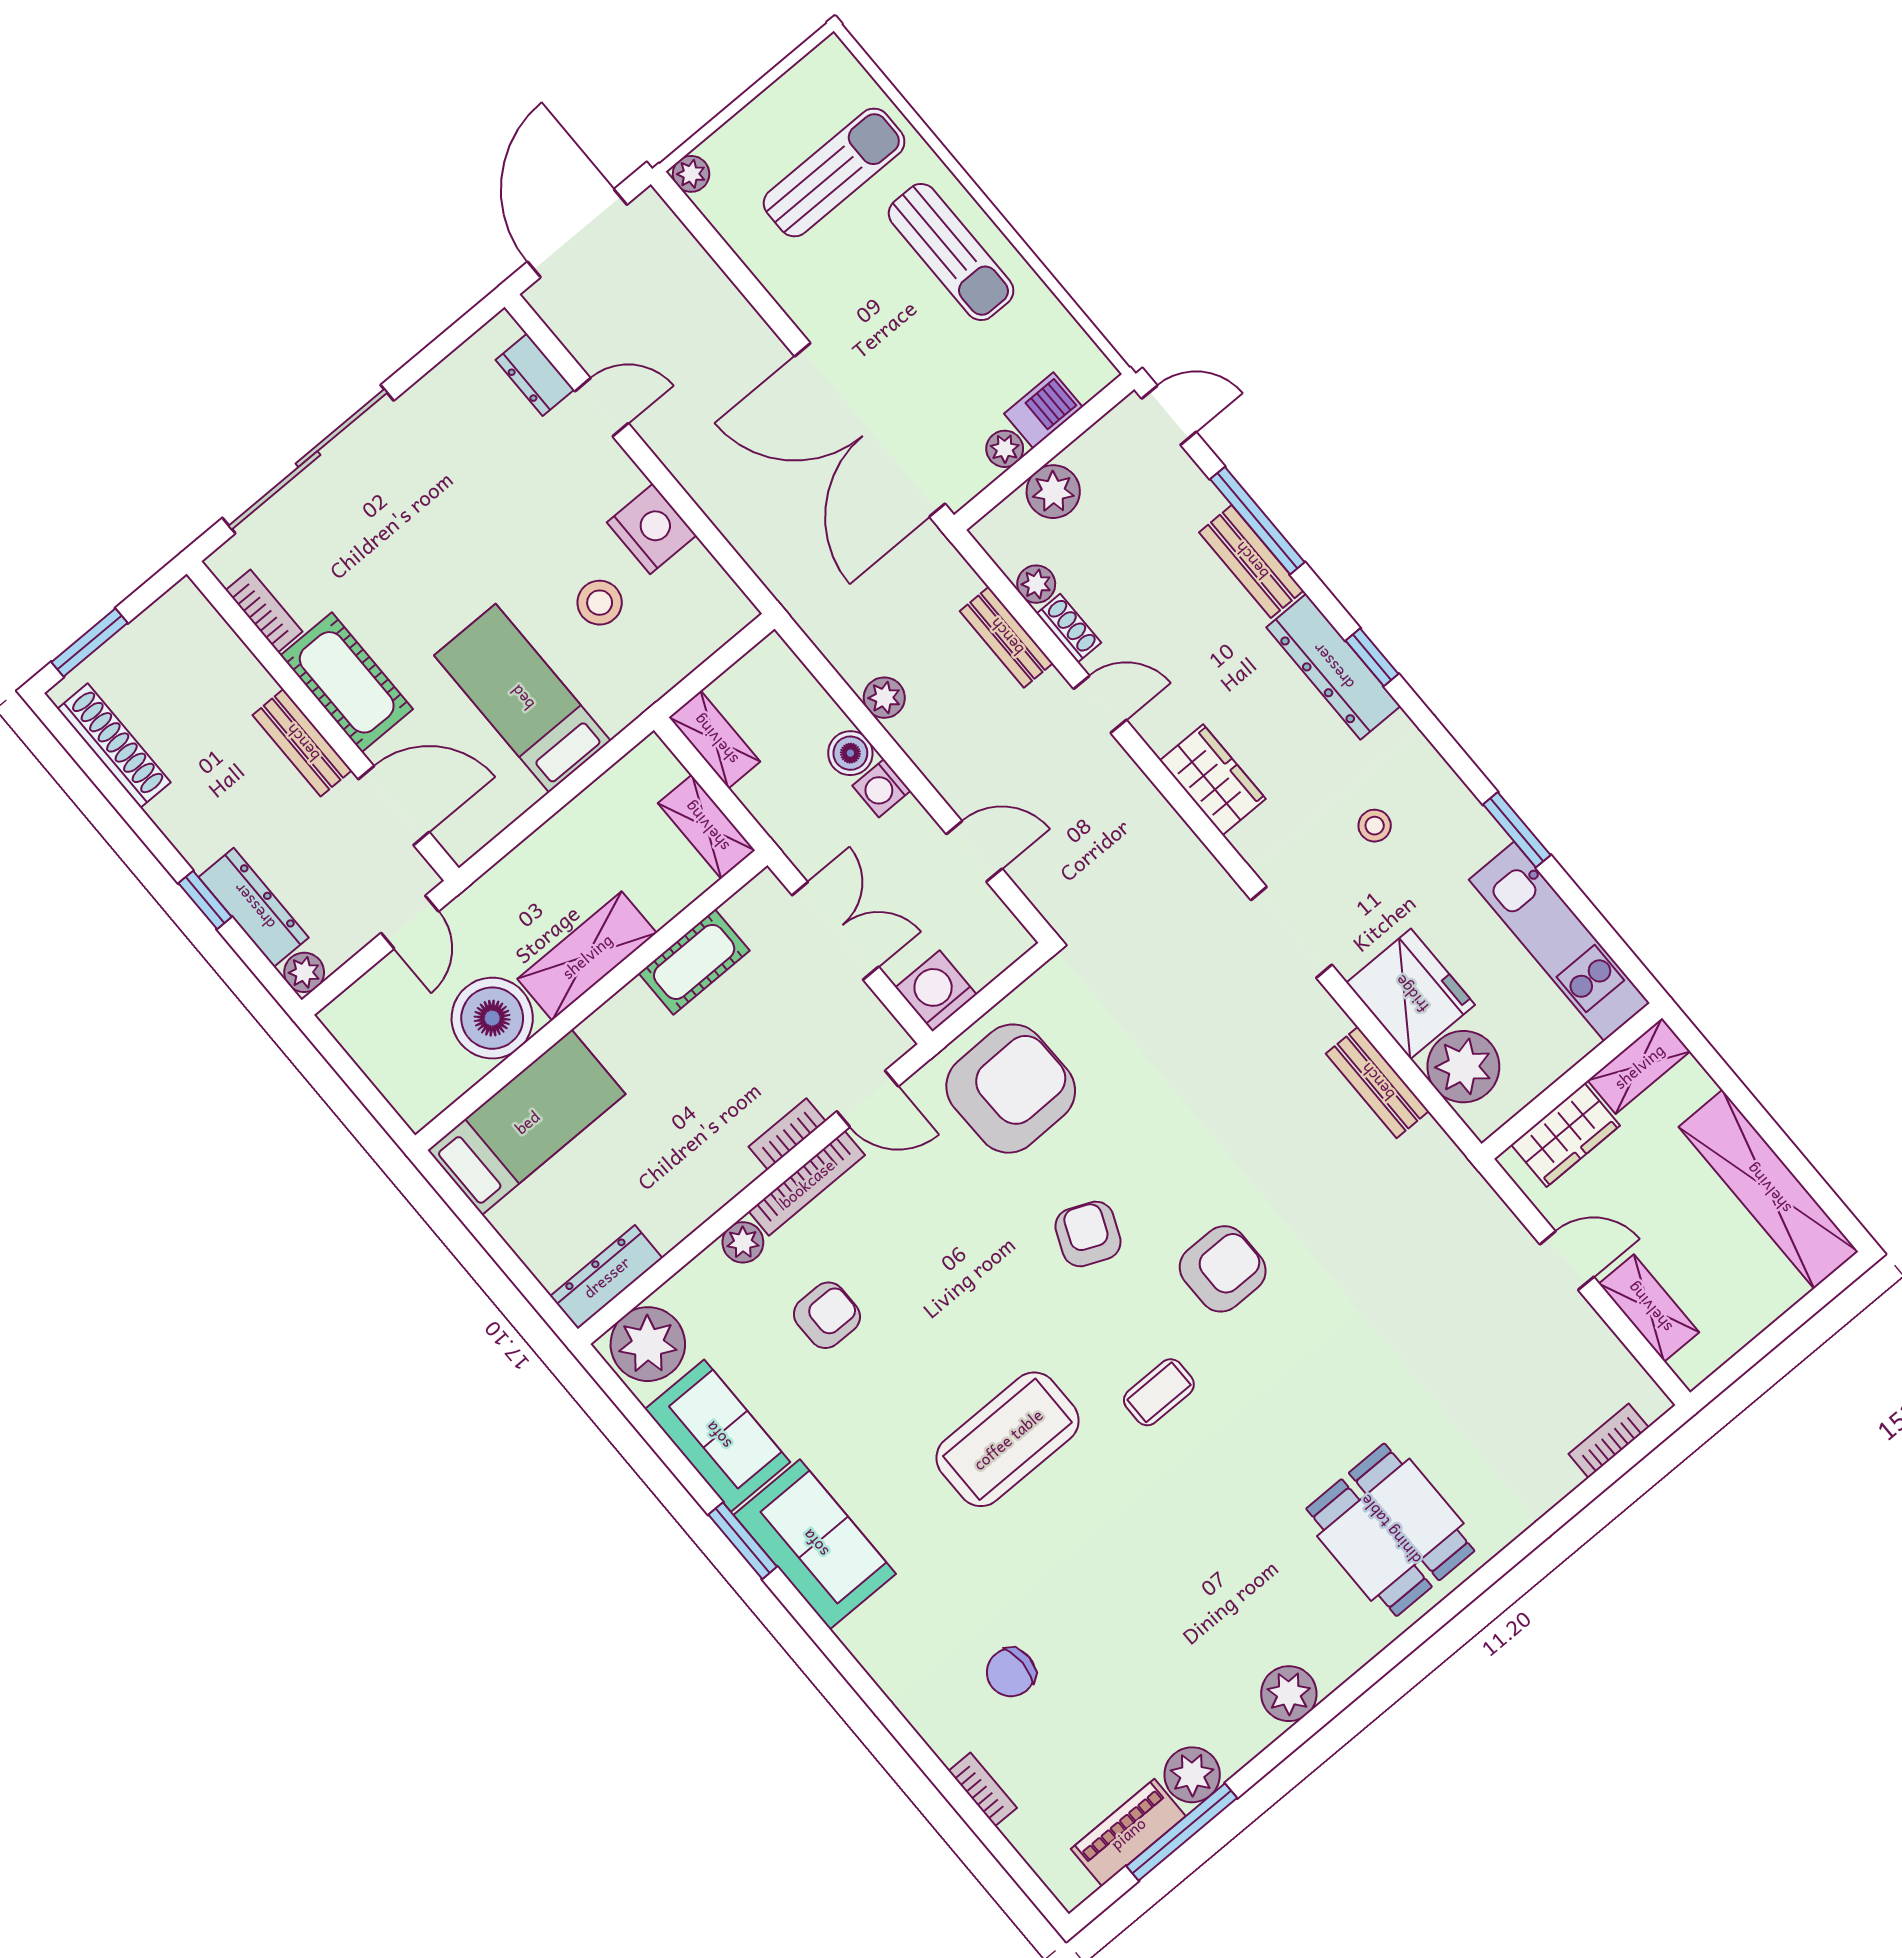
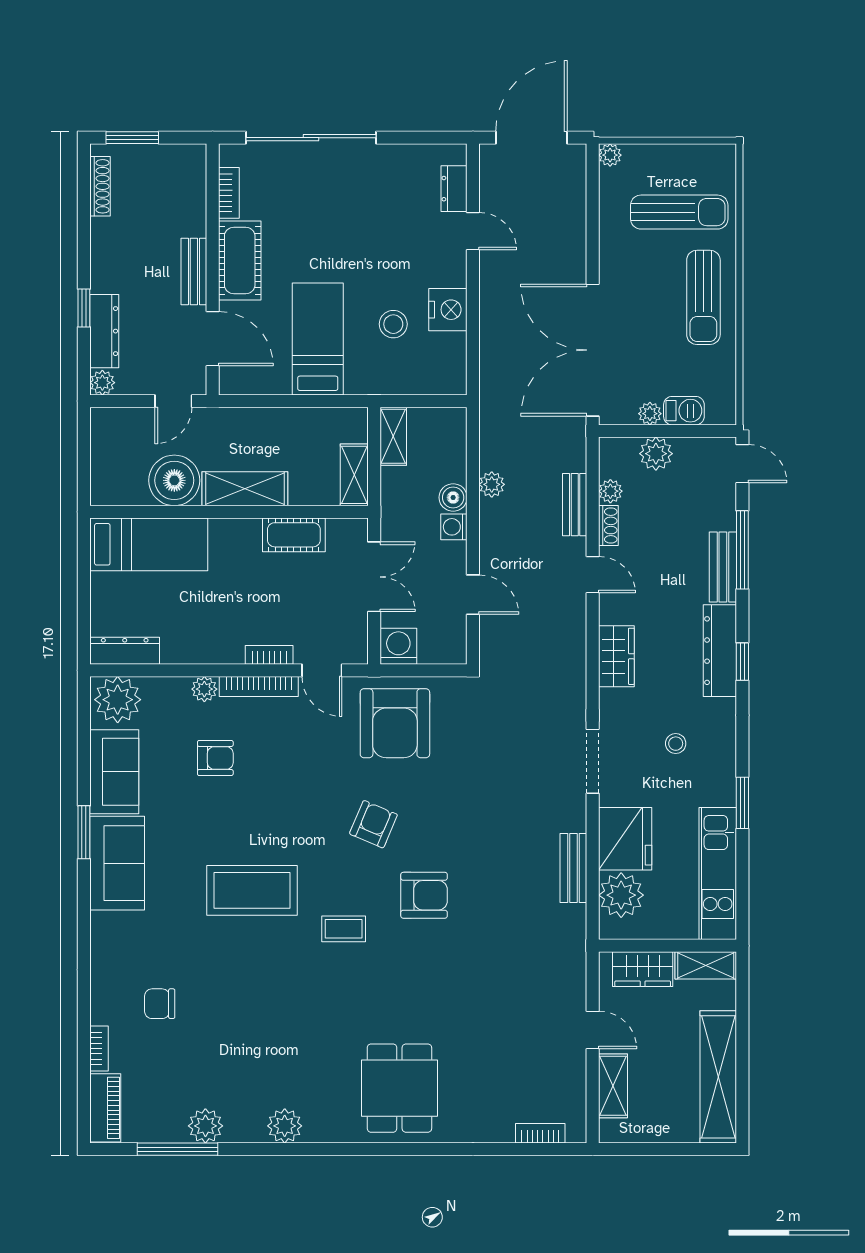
shoe rack: (114, 746) -> (100, 186), width x0.74, depth x0.81
armchair: (1011, 1089) -> (395, 723), turned 91
piano: (1128, 1833) -> (105, 1108), moved, turned 90

